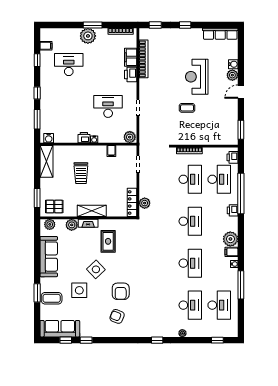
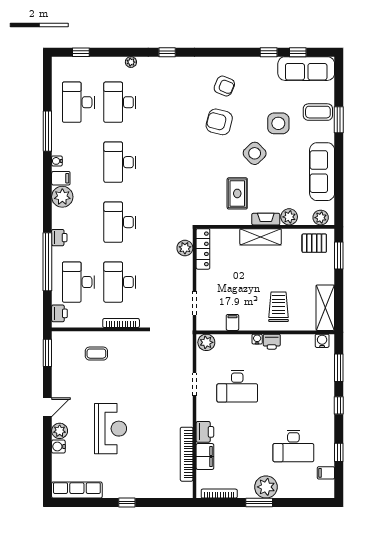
window: (155, 25) -> (170, 503), removed
coffee table: (187, 108) -> (96, 354), moved
trolley: (81, 173) -> (278, 307), moved
armchair: (121, 291) -> (219, 122), turned -76

